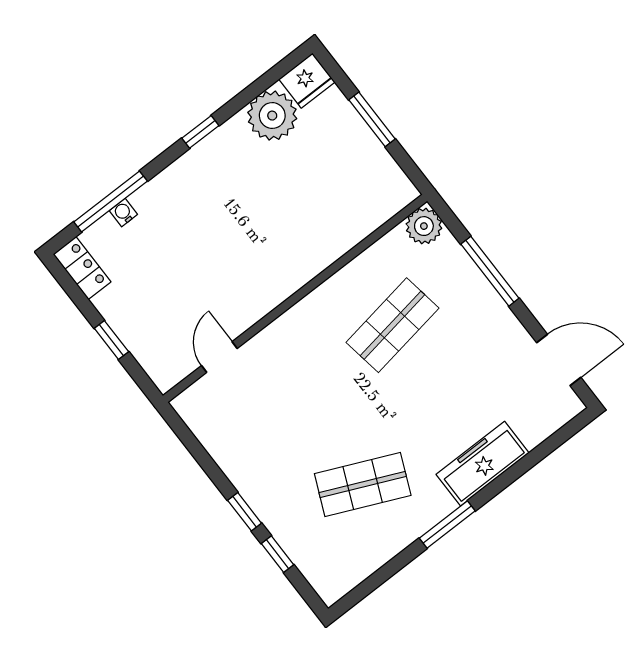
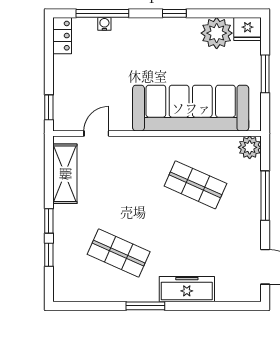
sofa: (312, 234) -> (191, 108), added
shop shelf: (393, 325) -> (195, 185), turned 33
window: (111, 340) -> (49, 107), moved
shelving: (219, 438) -> (65, 174), added

